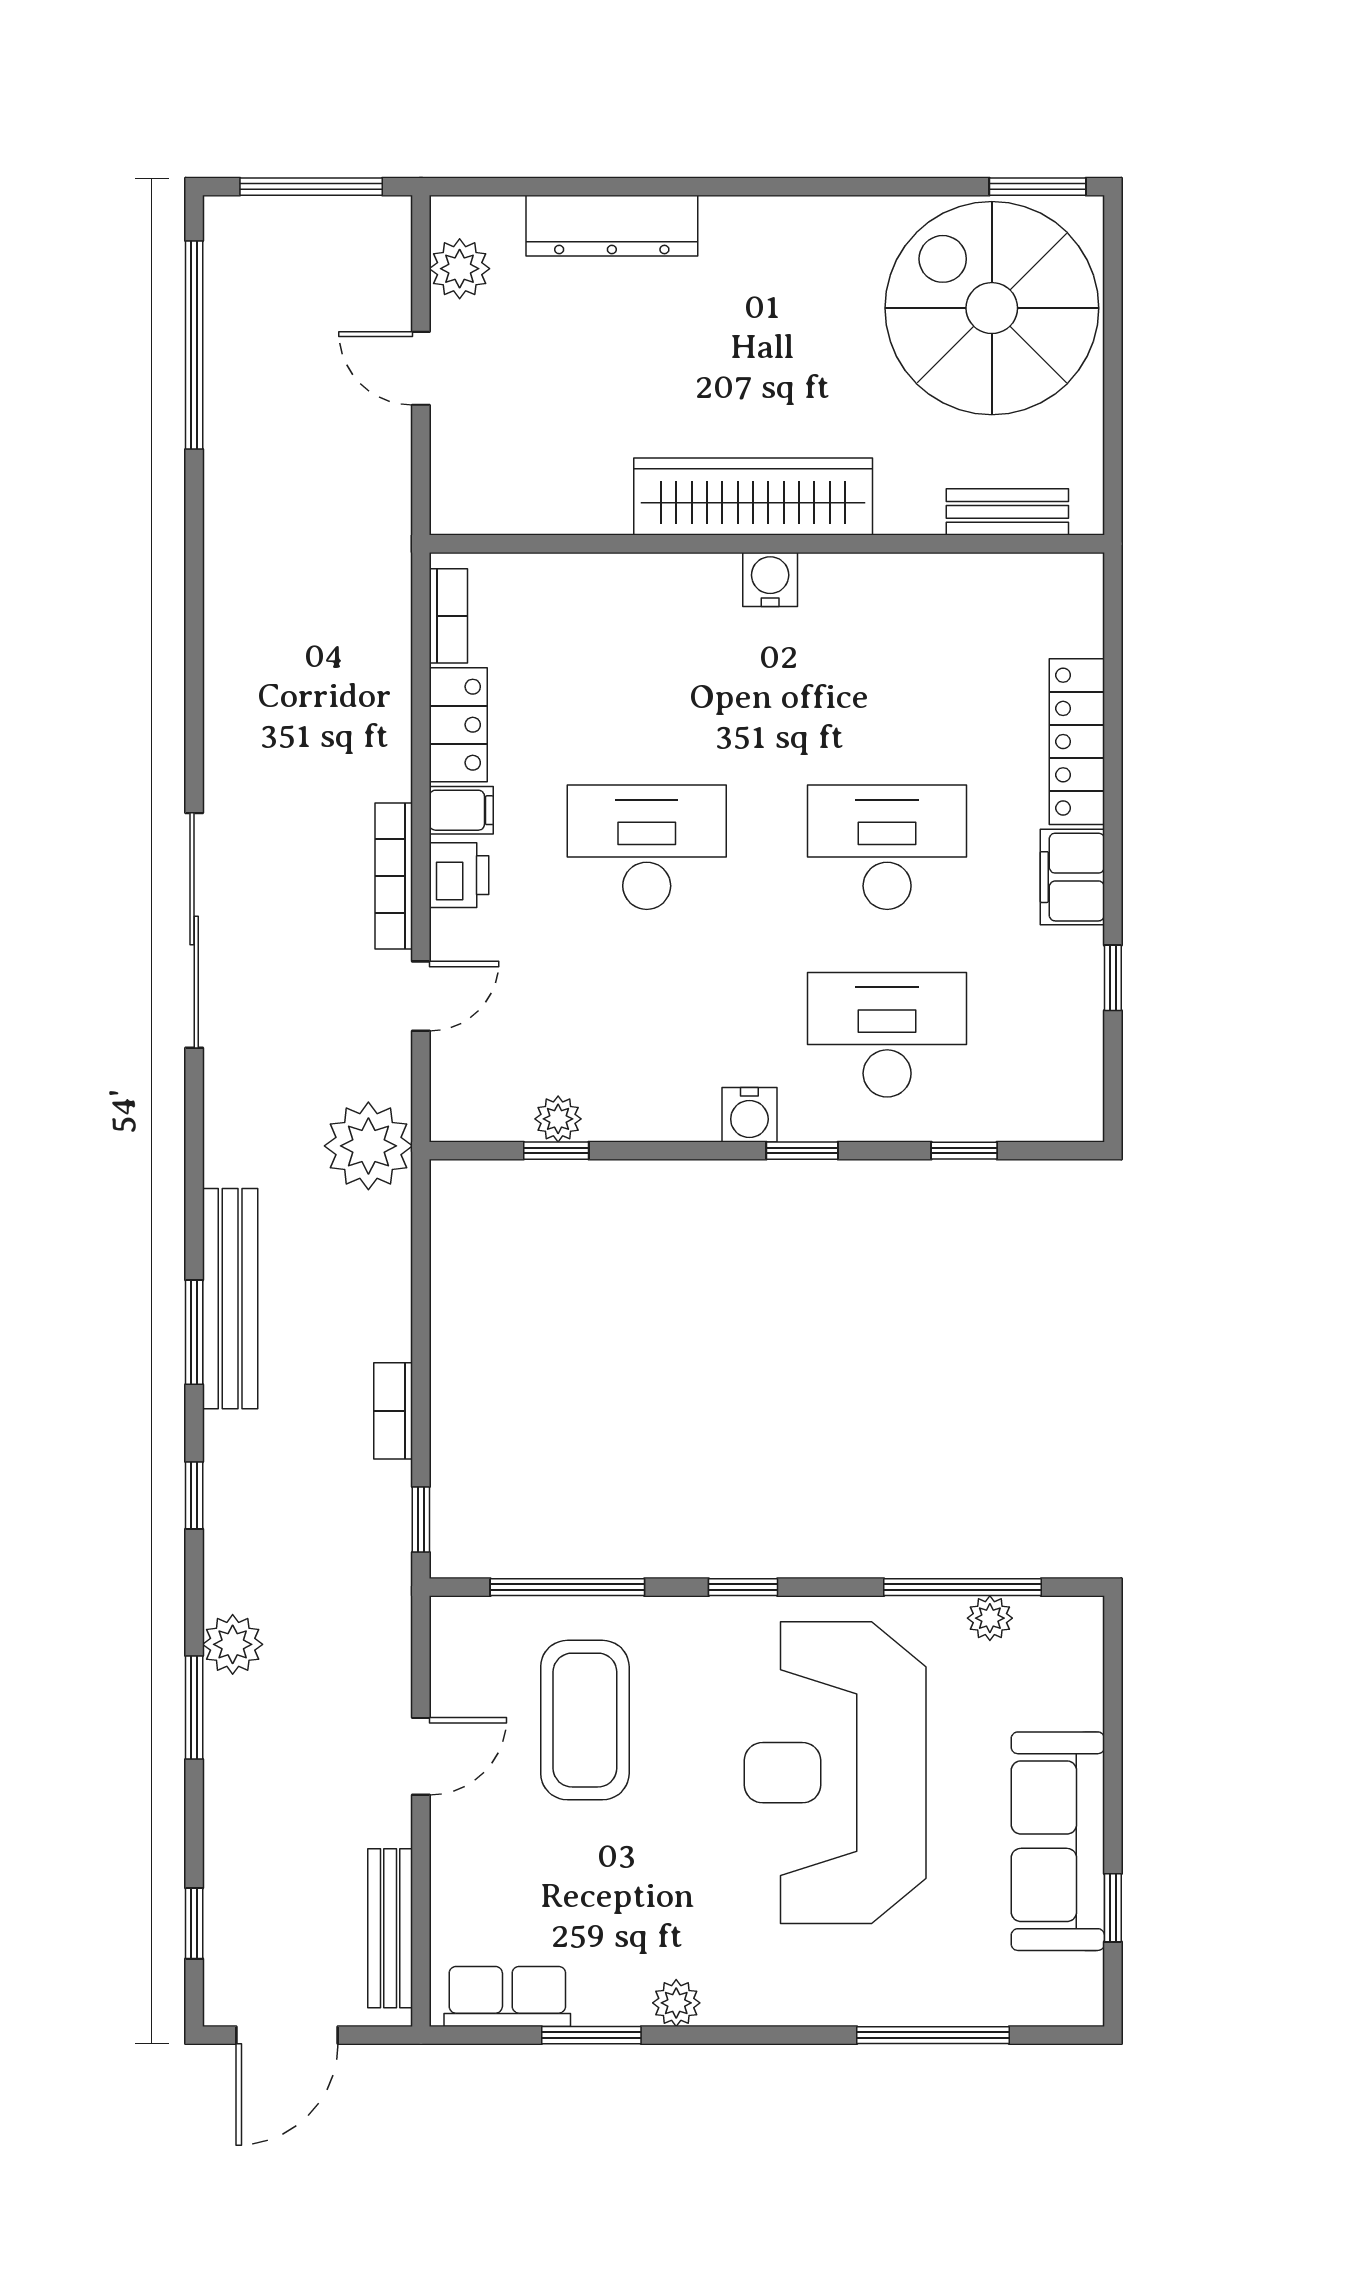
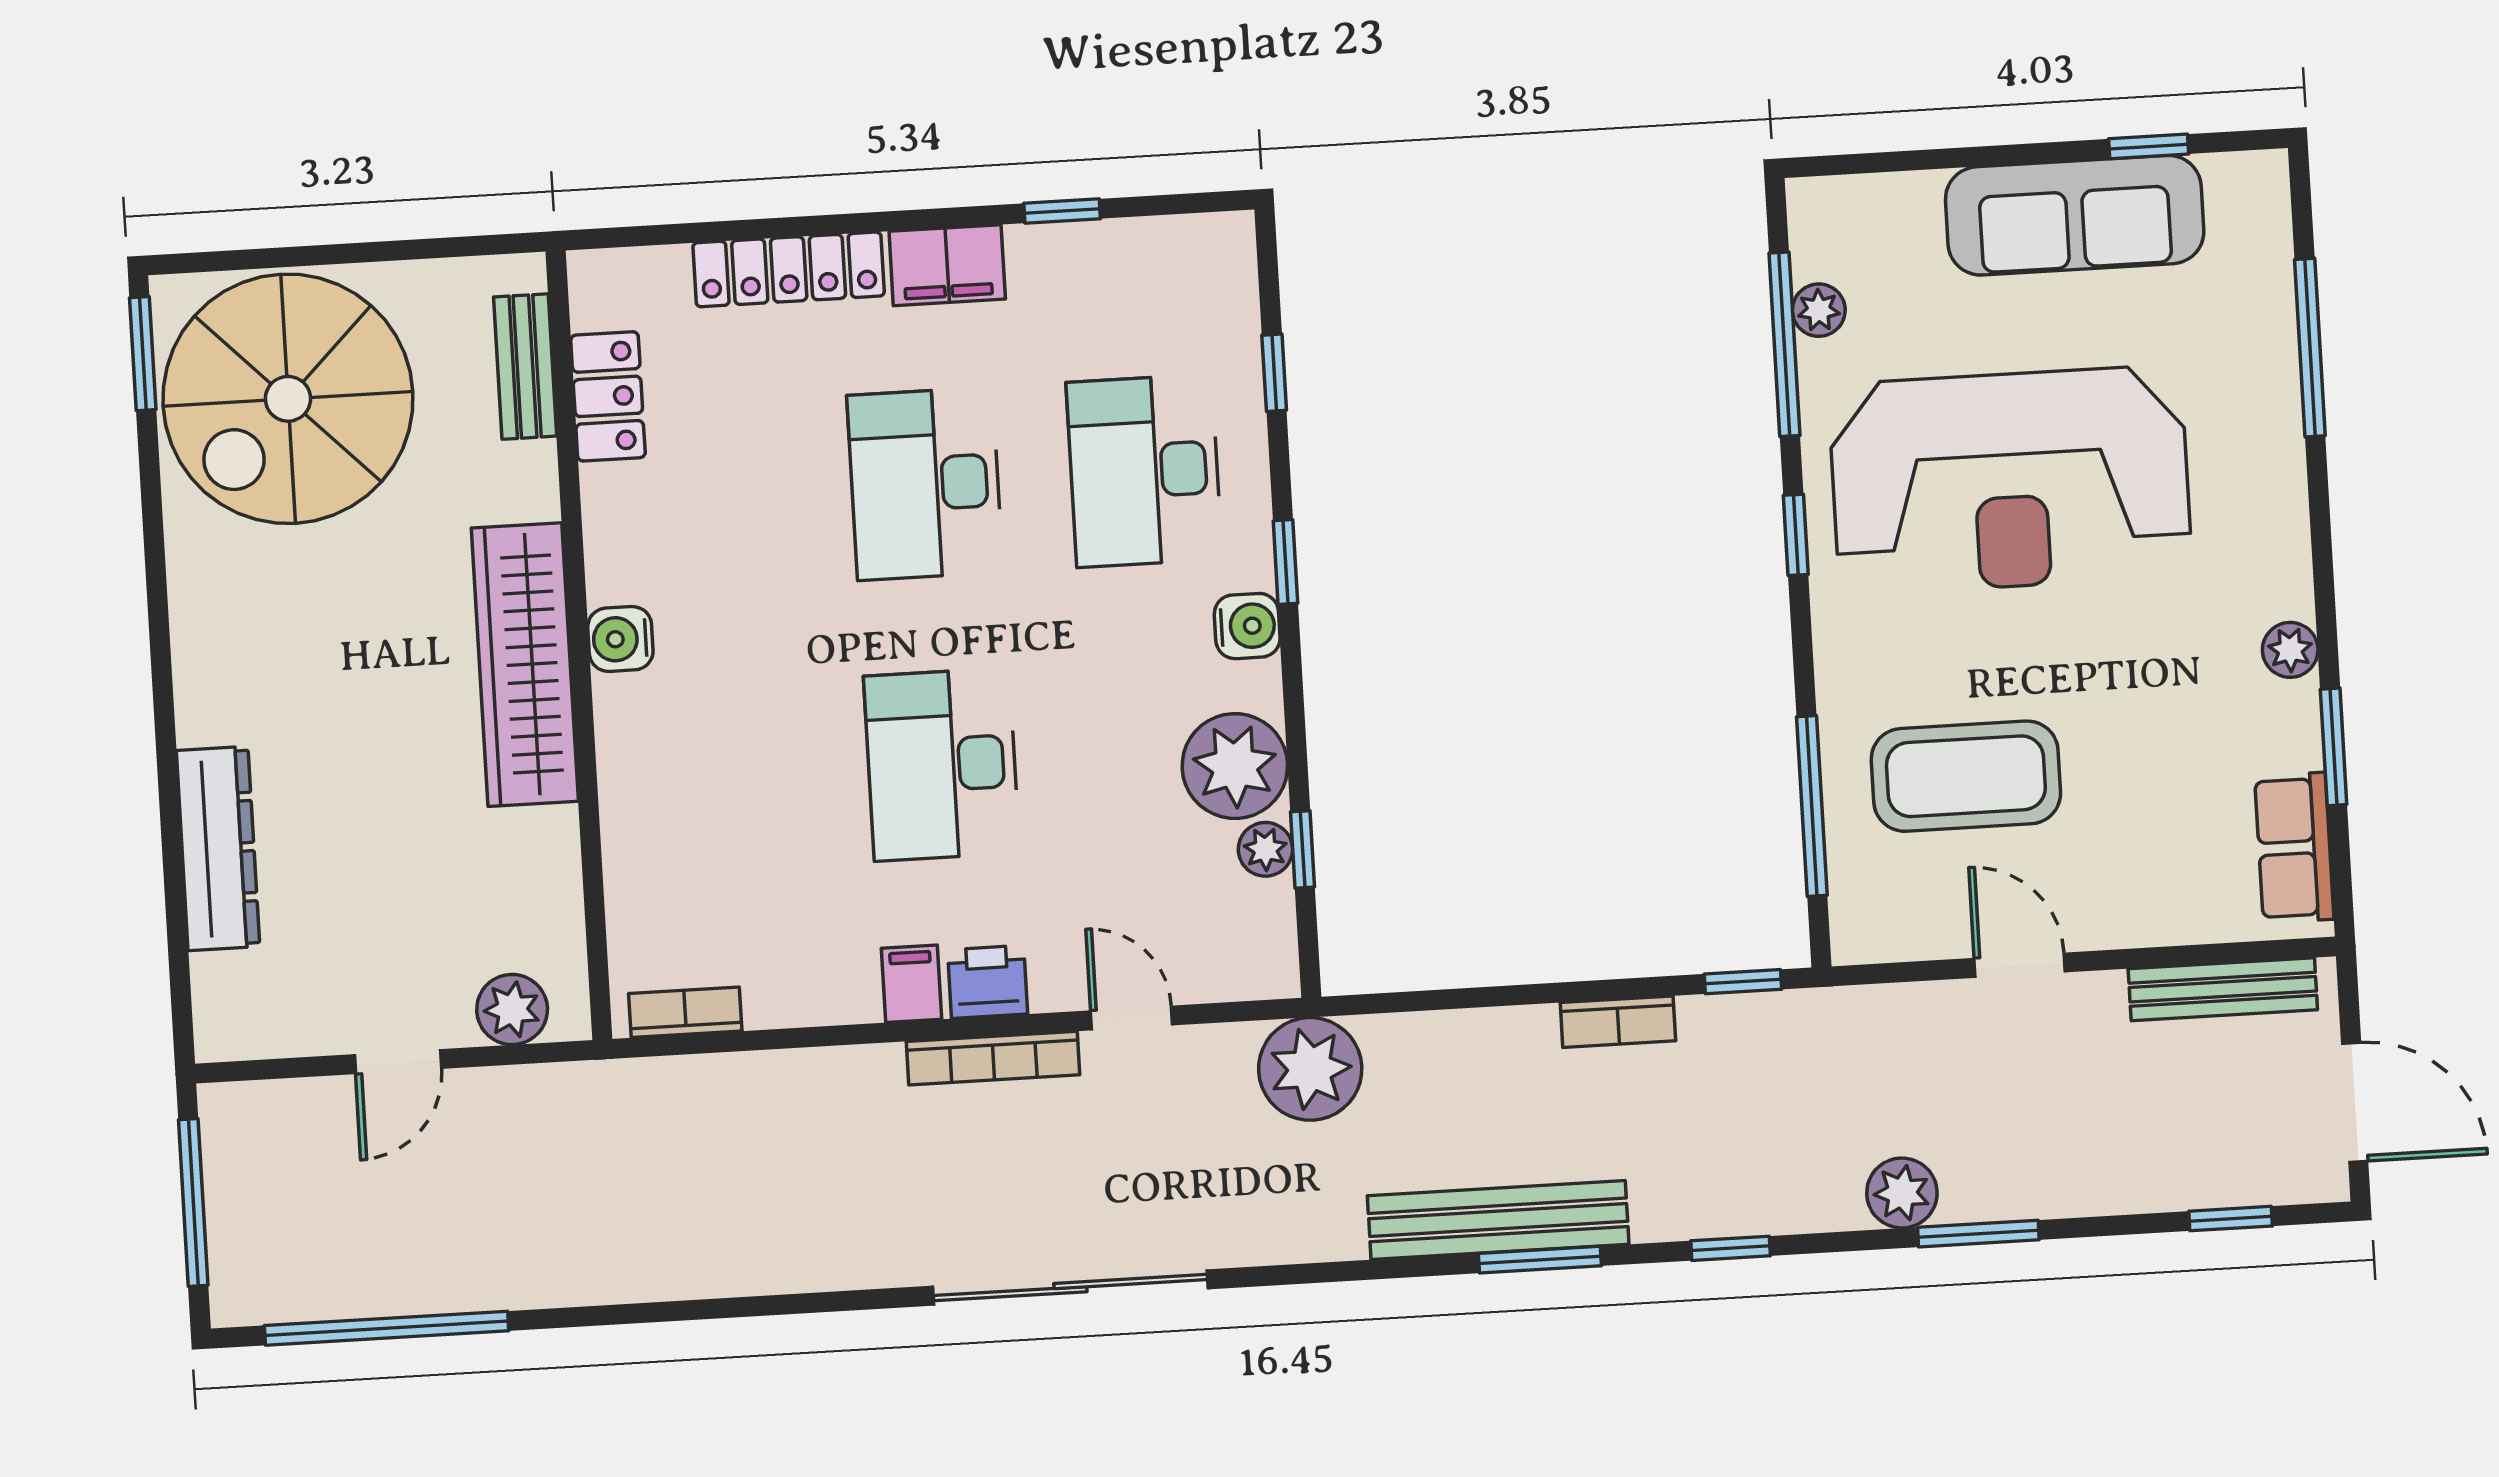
plant: (460, 269) -> (512, 1009), moved
locker: (458, 725) -> (608, 396), moved, turned 90
plant: (631, 1097) -> (1235, 766), added
window: (743, 1587) -> (1796, 535), moved

